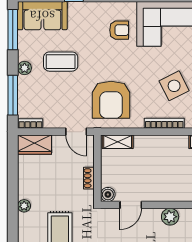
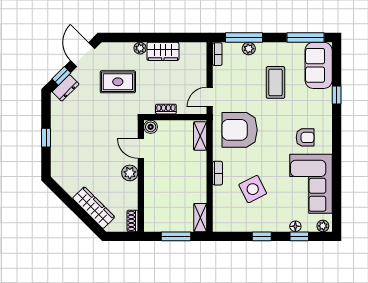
armchair: (119, 30) -> (305, 137), turned -90
plant: (25, 68) -> (249, 49), moved
bookcase: (164, 123) -> (217, 173), width x0.64
wardrobe: (35, 145) -> (163, 51), moved, turned -90
plant: (170, 217) -> (130, 173), moved

